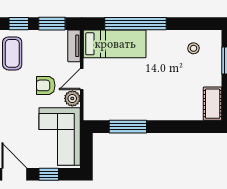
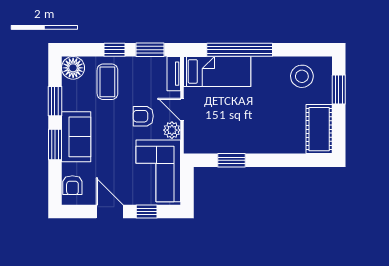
stool: (194, 48) -> (302, 76), width x1.89, depth x1.89
door: (82, 79) -> (182, 109), hinge flipped
cot: (213, 104) -> (319, 129), width x1.37, depth x1.34
window: (128, 127) -> (232, 160), width x0.69

